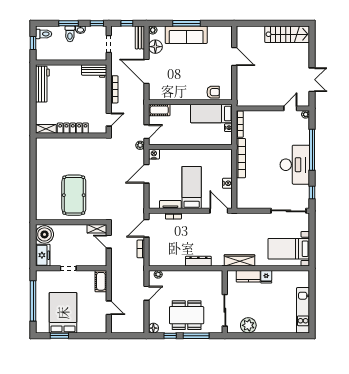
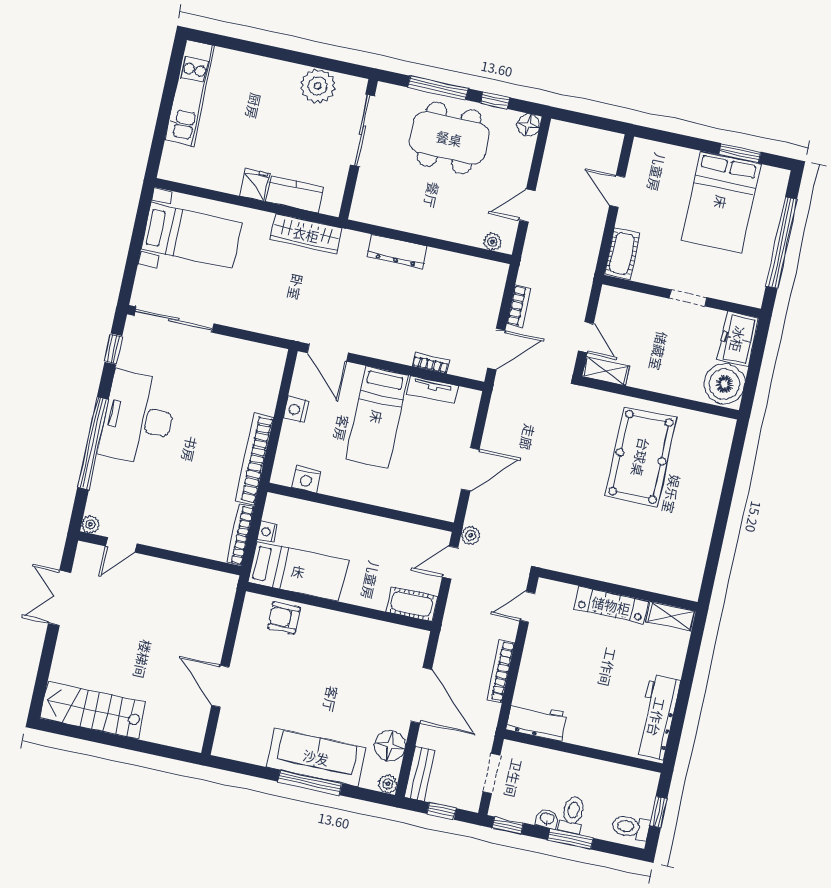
nightstand: (154, 154) -> (306, 479), moved

